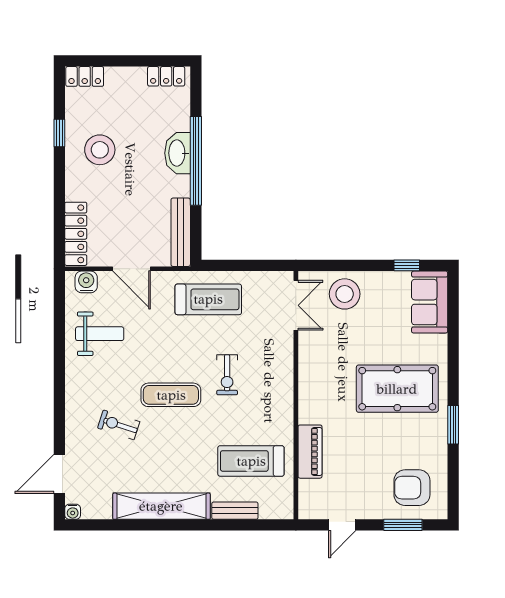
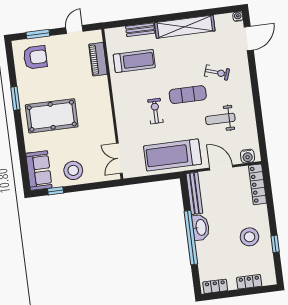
locker: (85, 76) -> (249, 282), moved
washbasin: (178, 153) -> (201, 227), moved
stool: (345, 294) -> (73, 170), moved
treadmill: (208, 299) -> (173, 155), width x1.37, depth x1.38
weight bench: (100, 334) -> (220, 119), moved
piano: (310, 452) -> (98, 59), moved

